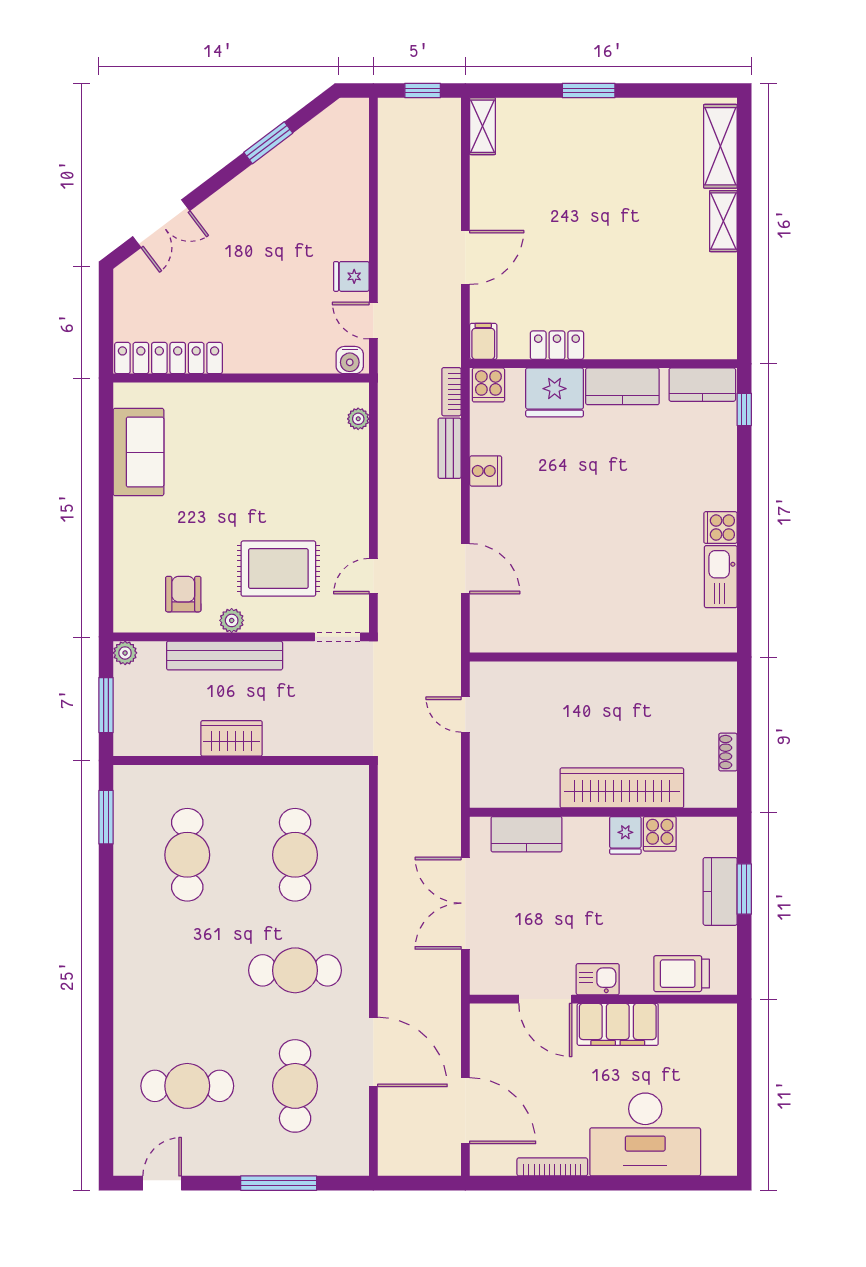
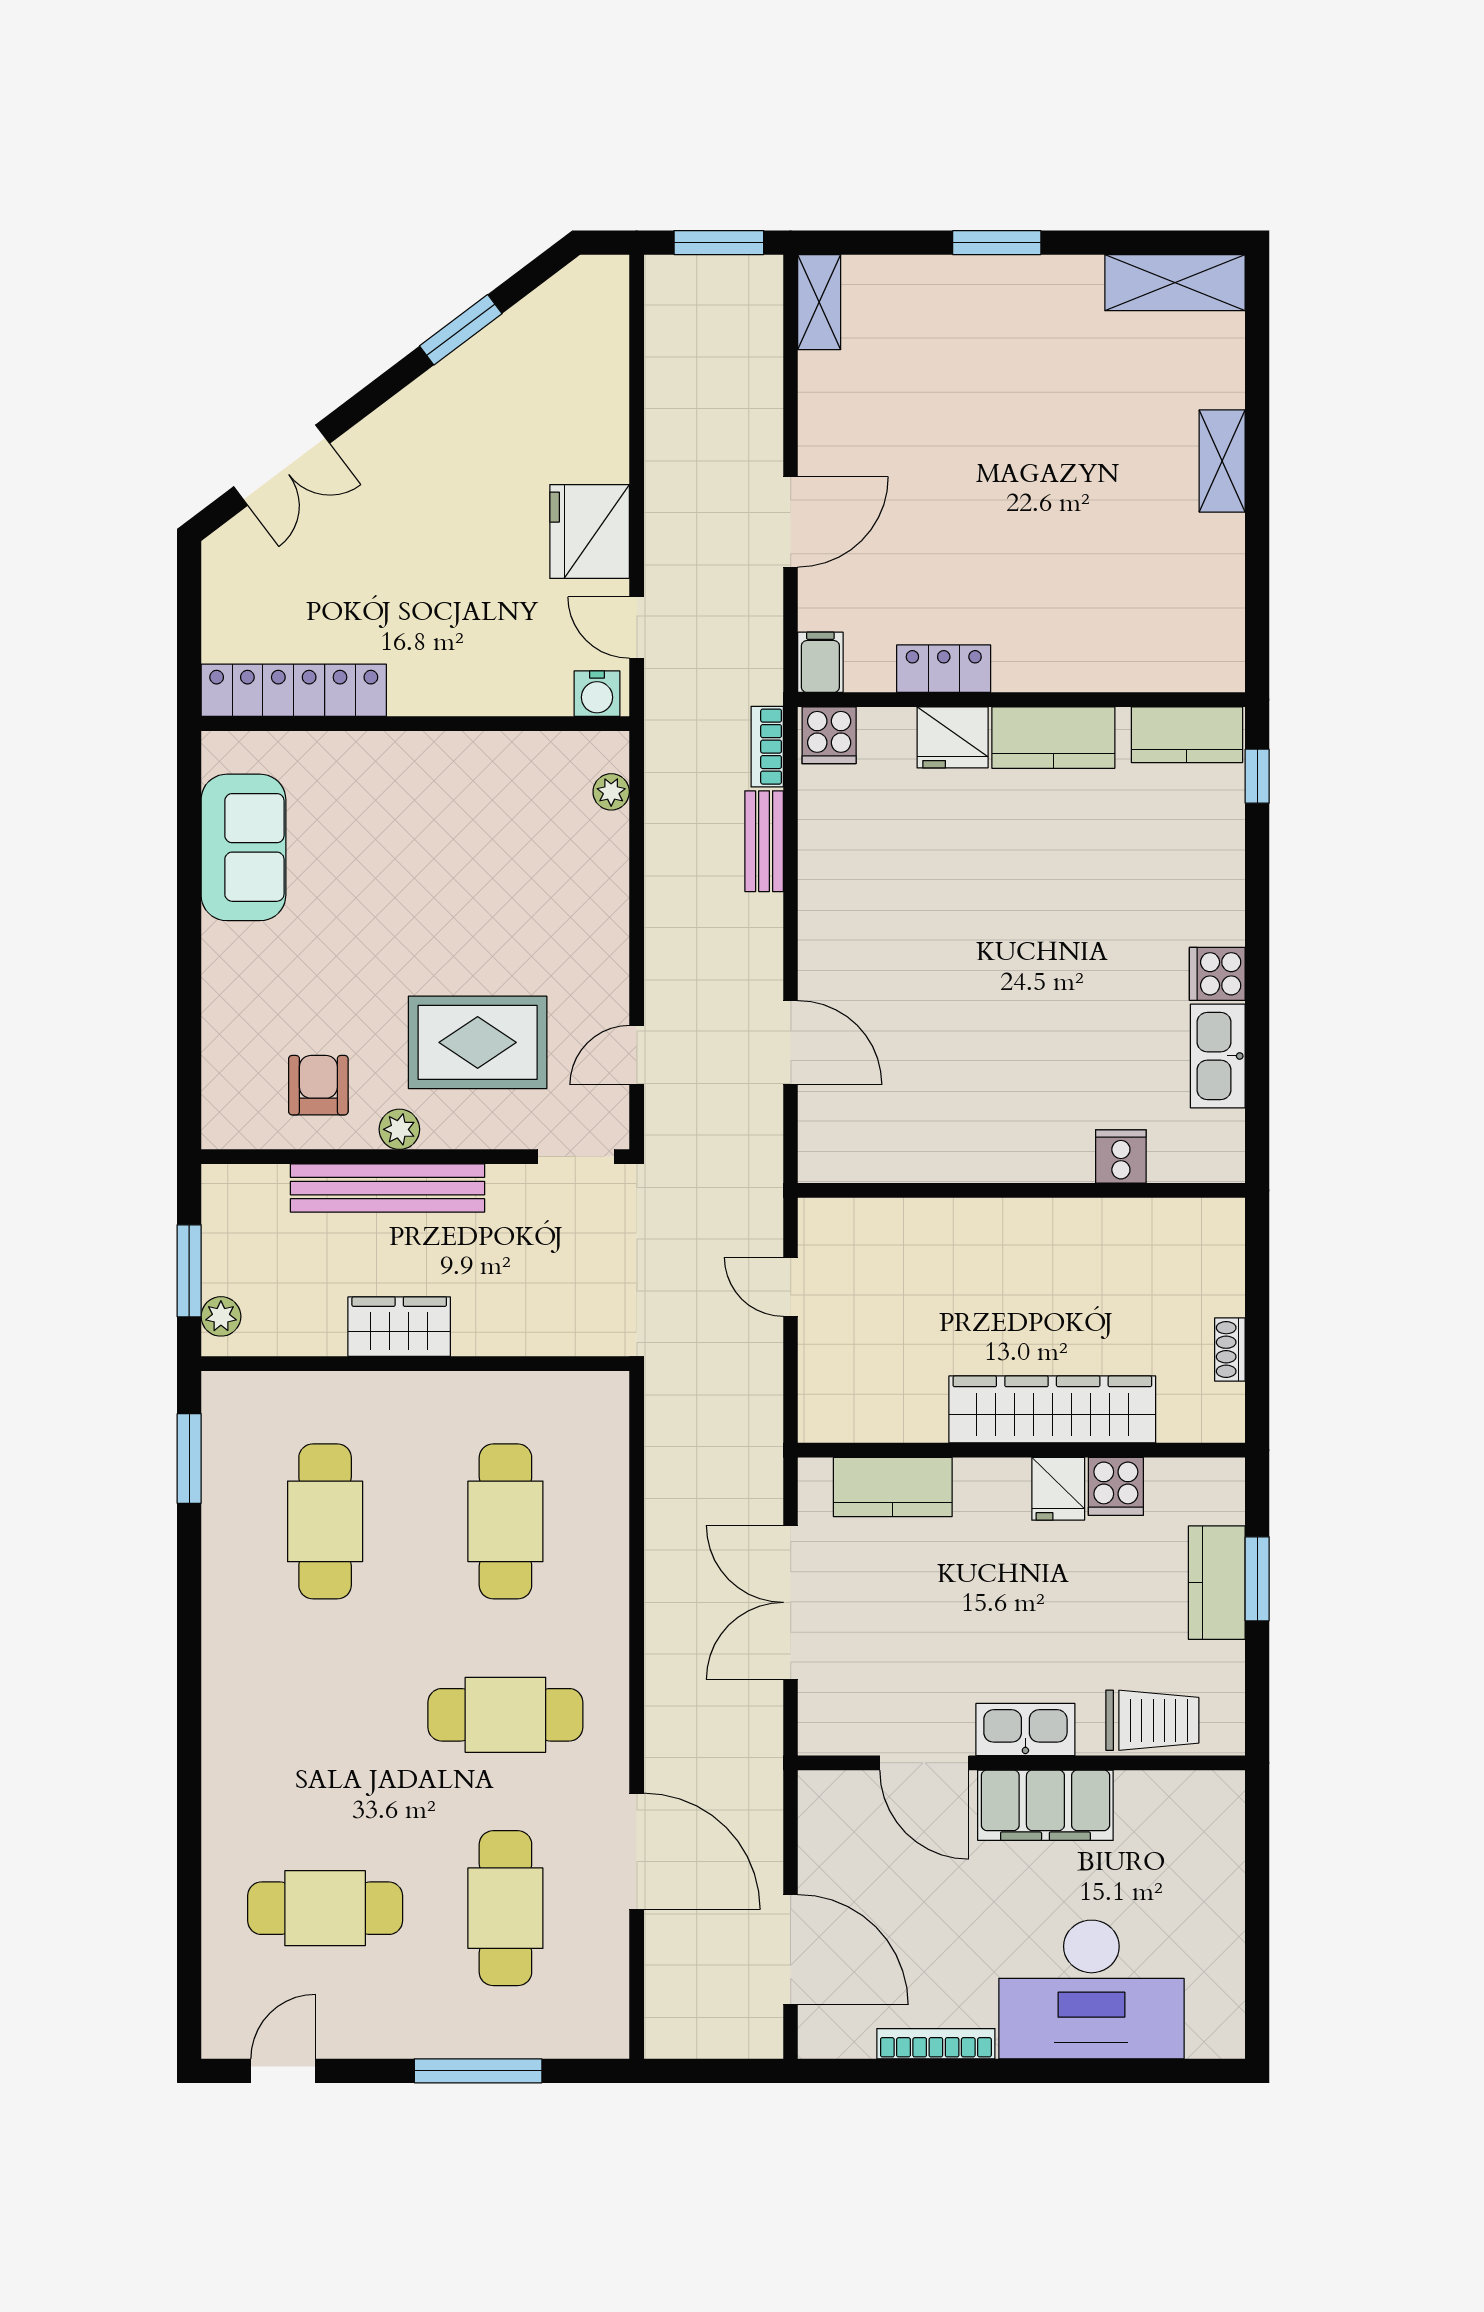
window: (423, 91) -> (719, 243), width x1.50
shelving: (720, 146) -> (1175, 283), moved, turned 90
fridge: (351, 276) -> (590, 532), width x1.88, depth x1.34
fridge: (555, 392) -> (953, 737), width x0.73, depth x0.75
cooker: (486, 471) -> (1121, 1156), moved, turned -90
plant: (125, 653) -> (221, 1316), moved
trolley: (682, 974) -> (1152, 1720), turned 180
kitchen sink: (598, 979) -> (1025, 1730), width x1.38

